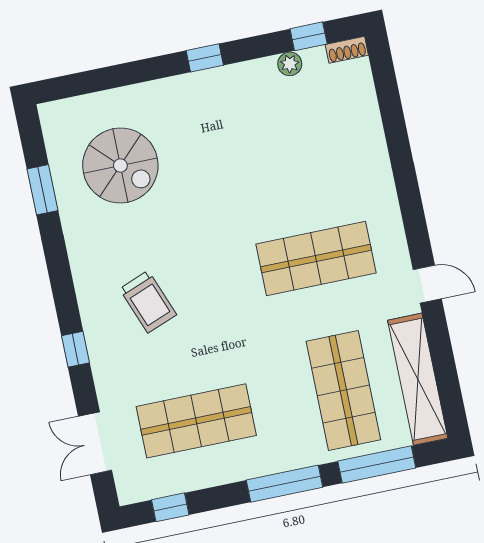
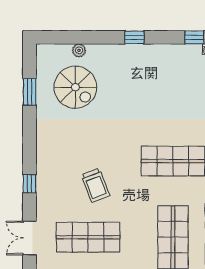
plant: (290, 64) -> (79, 50), moved
trolley: (148, 302) -> (95, 185), moved

